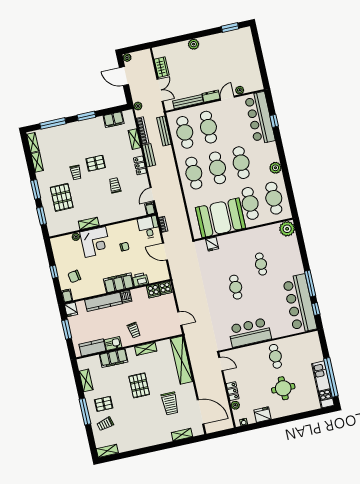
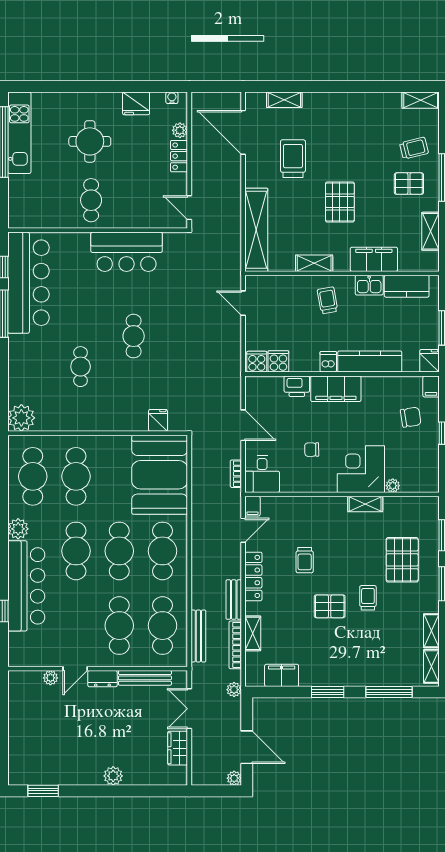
bar counter: (260, 118) -> (26, 586), moved
locker: (140, 165) -> (253, 576), width x1.53
booth: (220, 218) -> (160, 475), moved, turned 90

